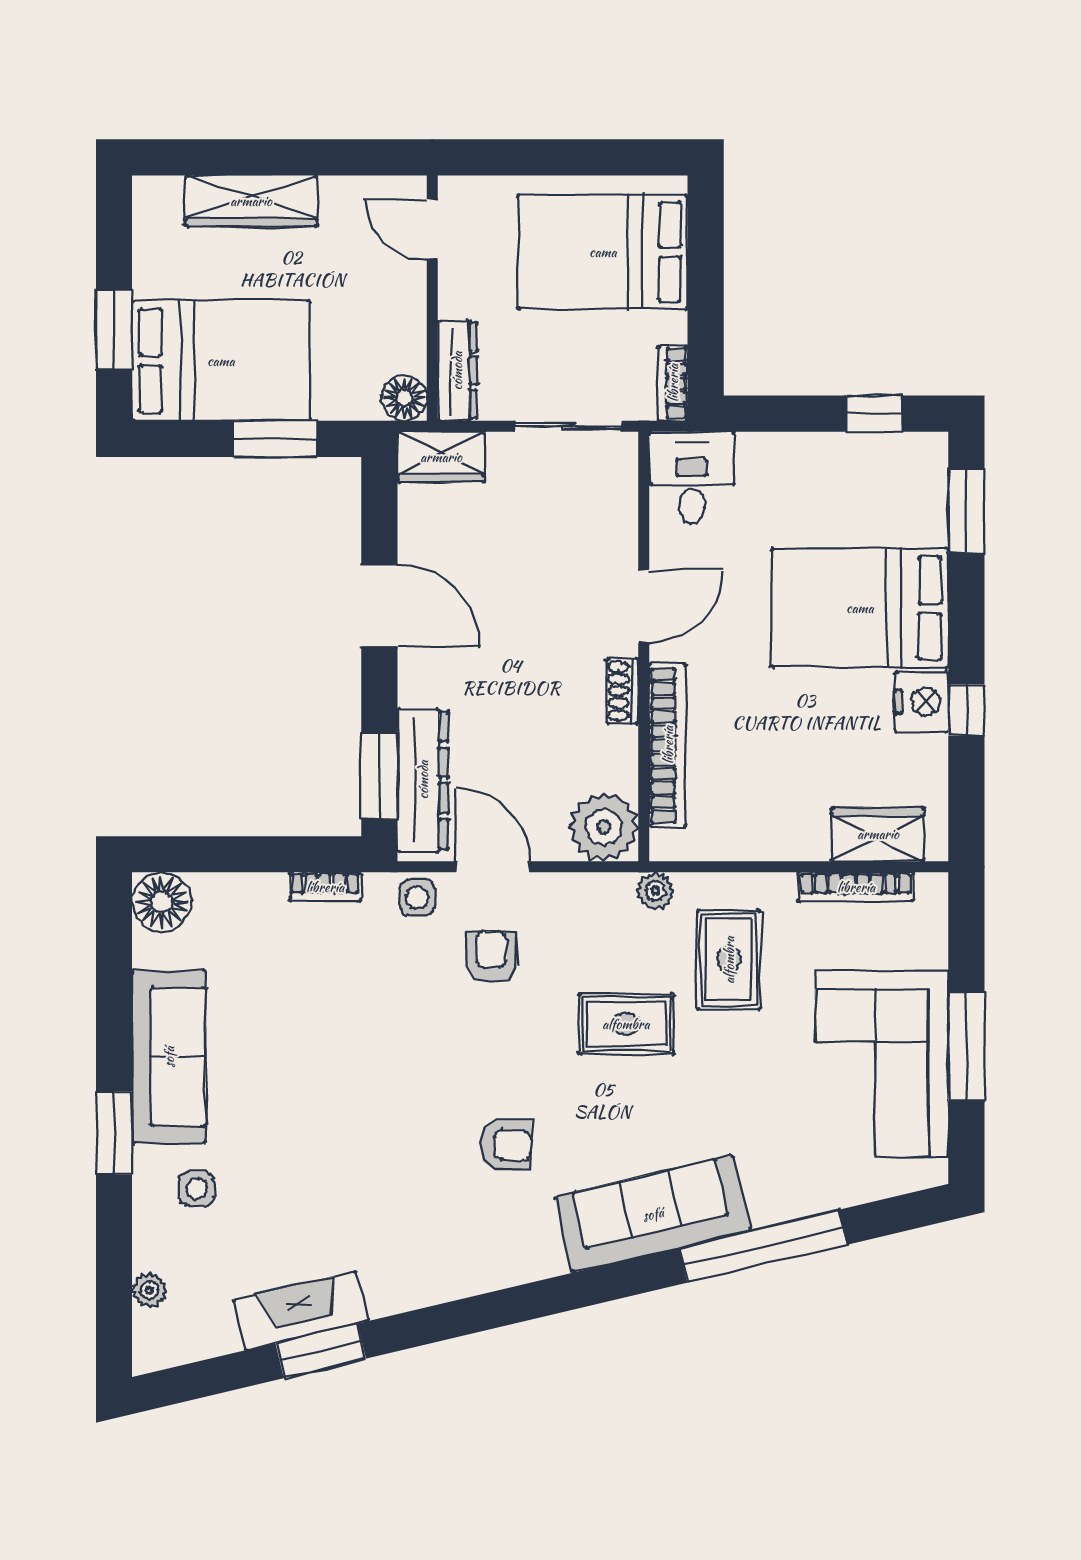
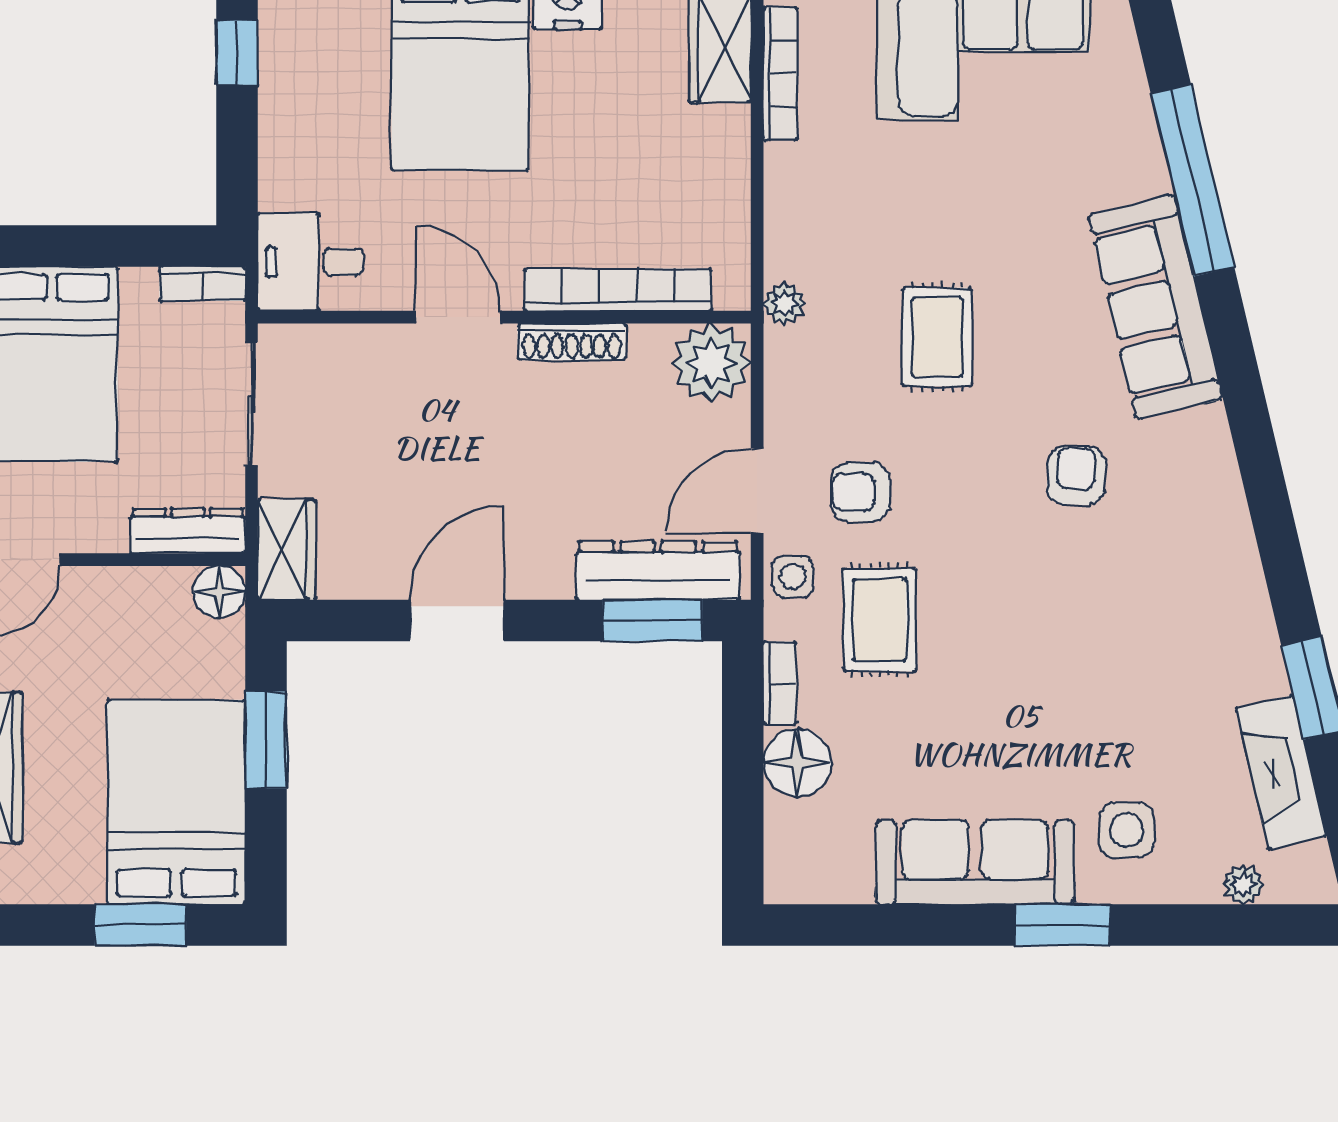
shoe rack: (622, 691) -> (572, 342), width x1.43
floor lamp: (162, 902) -> (797, 763), moved
rug: (729, 960) -> (880, 620), moved, turned 90
side table: (197, 1189) -> (1127, 830), width x1.37, depth x1.37
fireplace: (301, 1310) -> (1281, 772), moved

